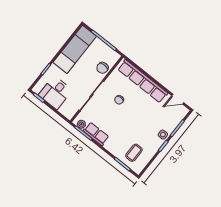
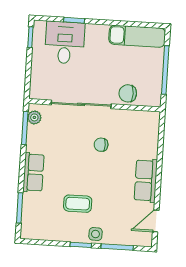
exam couch: (75, 49) -> (137, 36), width x0.73, depth x0.69
row of seats: (143, 81) -> (146, 181), width x0.50
desk: (55, 93) -> (65, 43), moved, turned 90
door: (178, 99) -> (156, 221), hinge flipped
row of seats: (96, 134) -> (33, 172), moved
coffee table: (134, 153) -> (78, 204), moved

